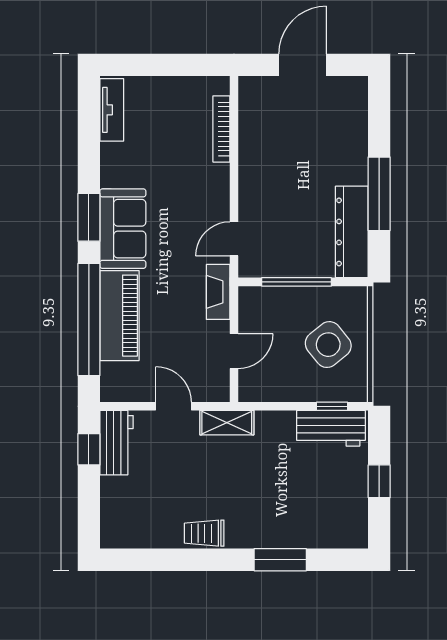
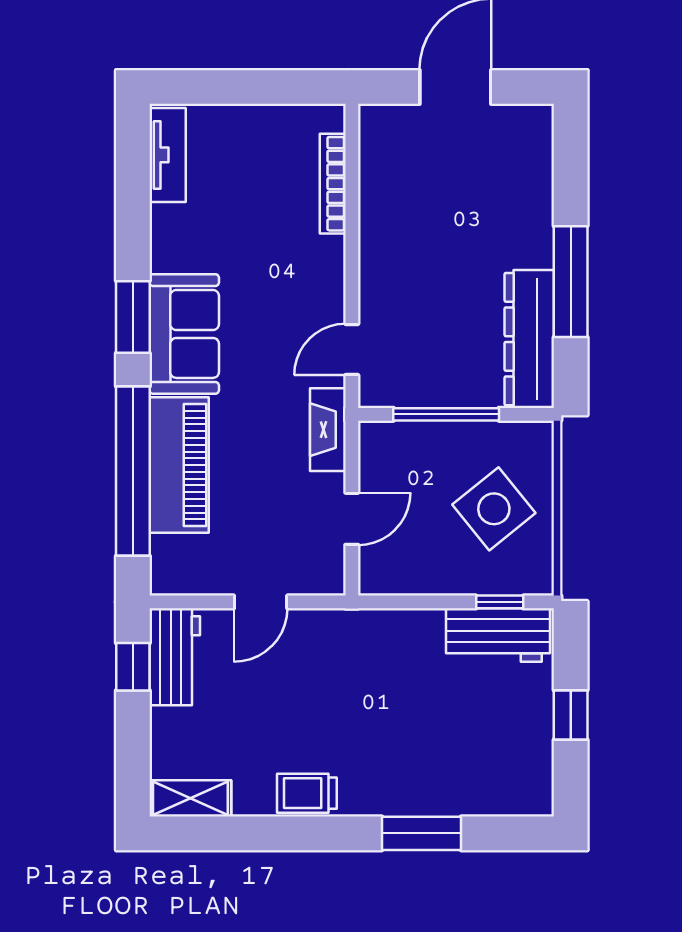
door: (173, 406) -> (261, 602), swing flipped
shelving: (227, 423) -> (190, 798), moved

